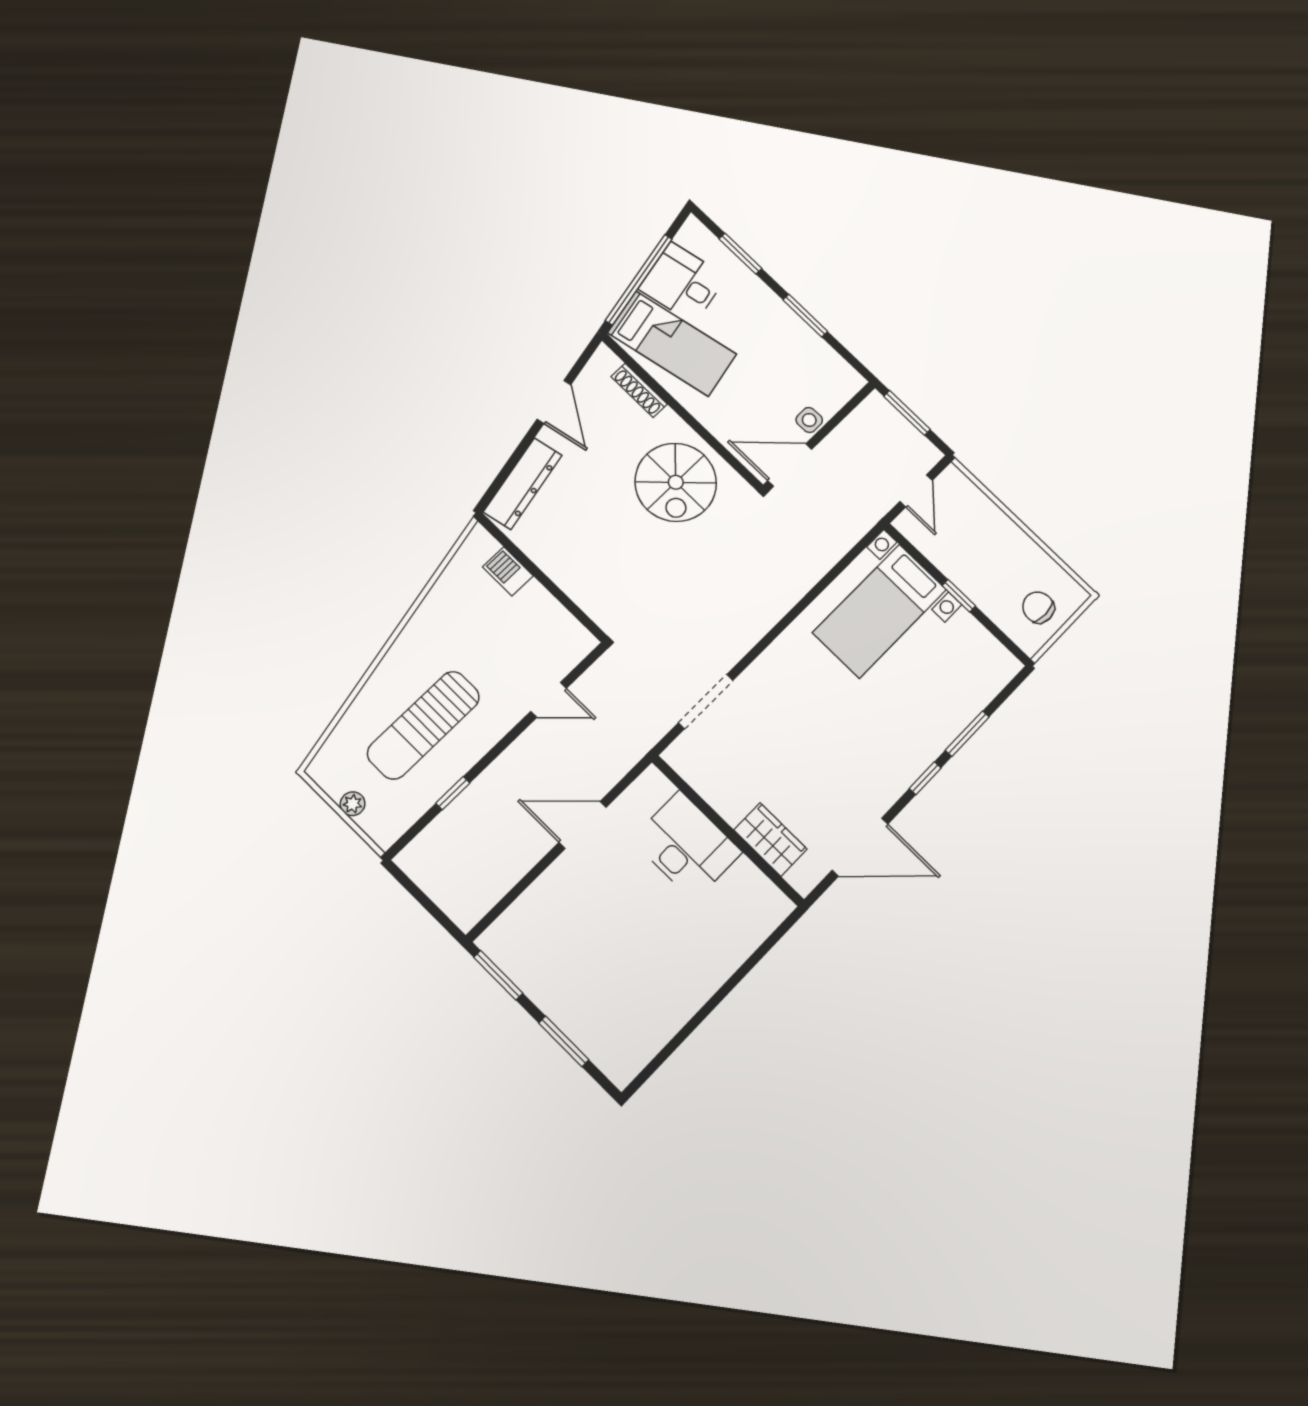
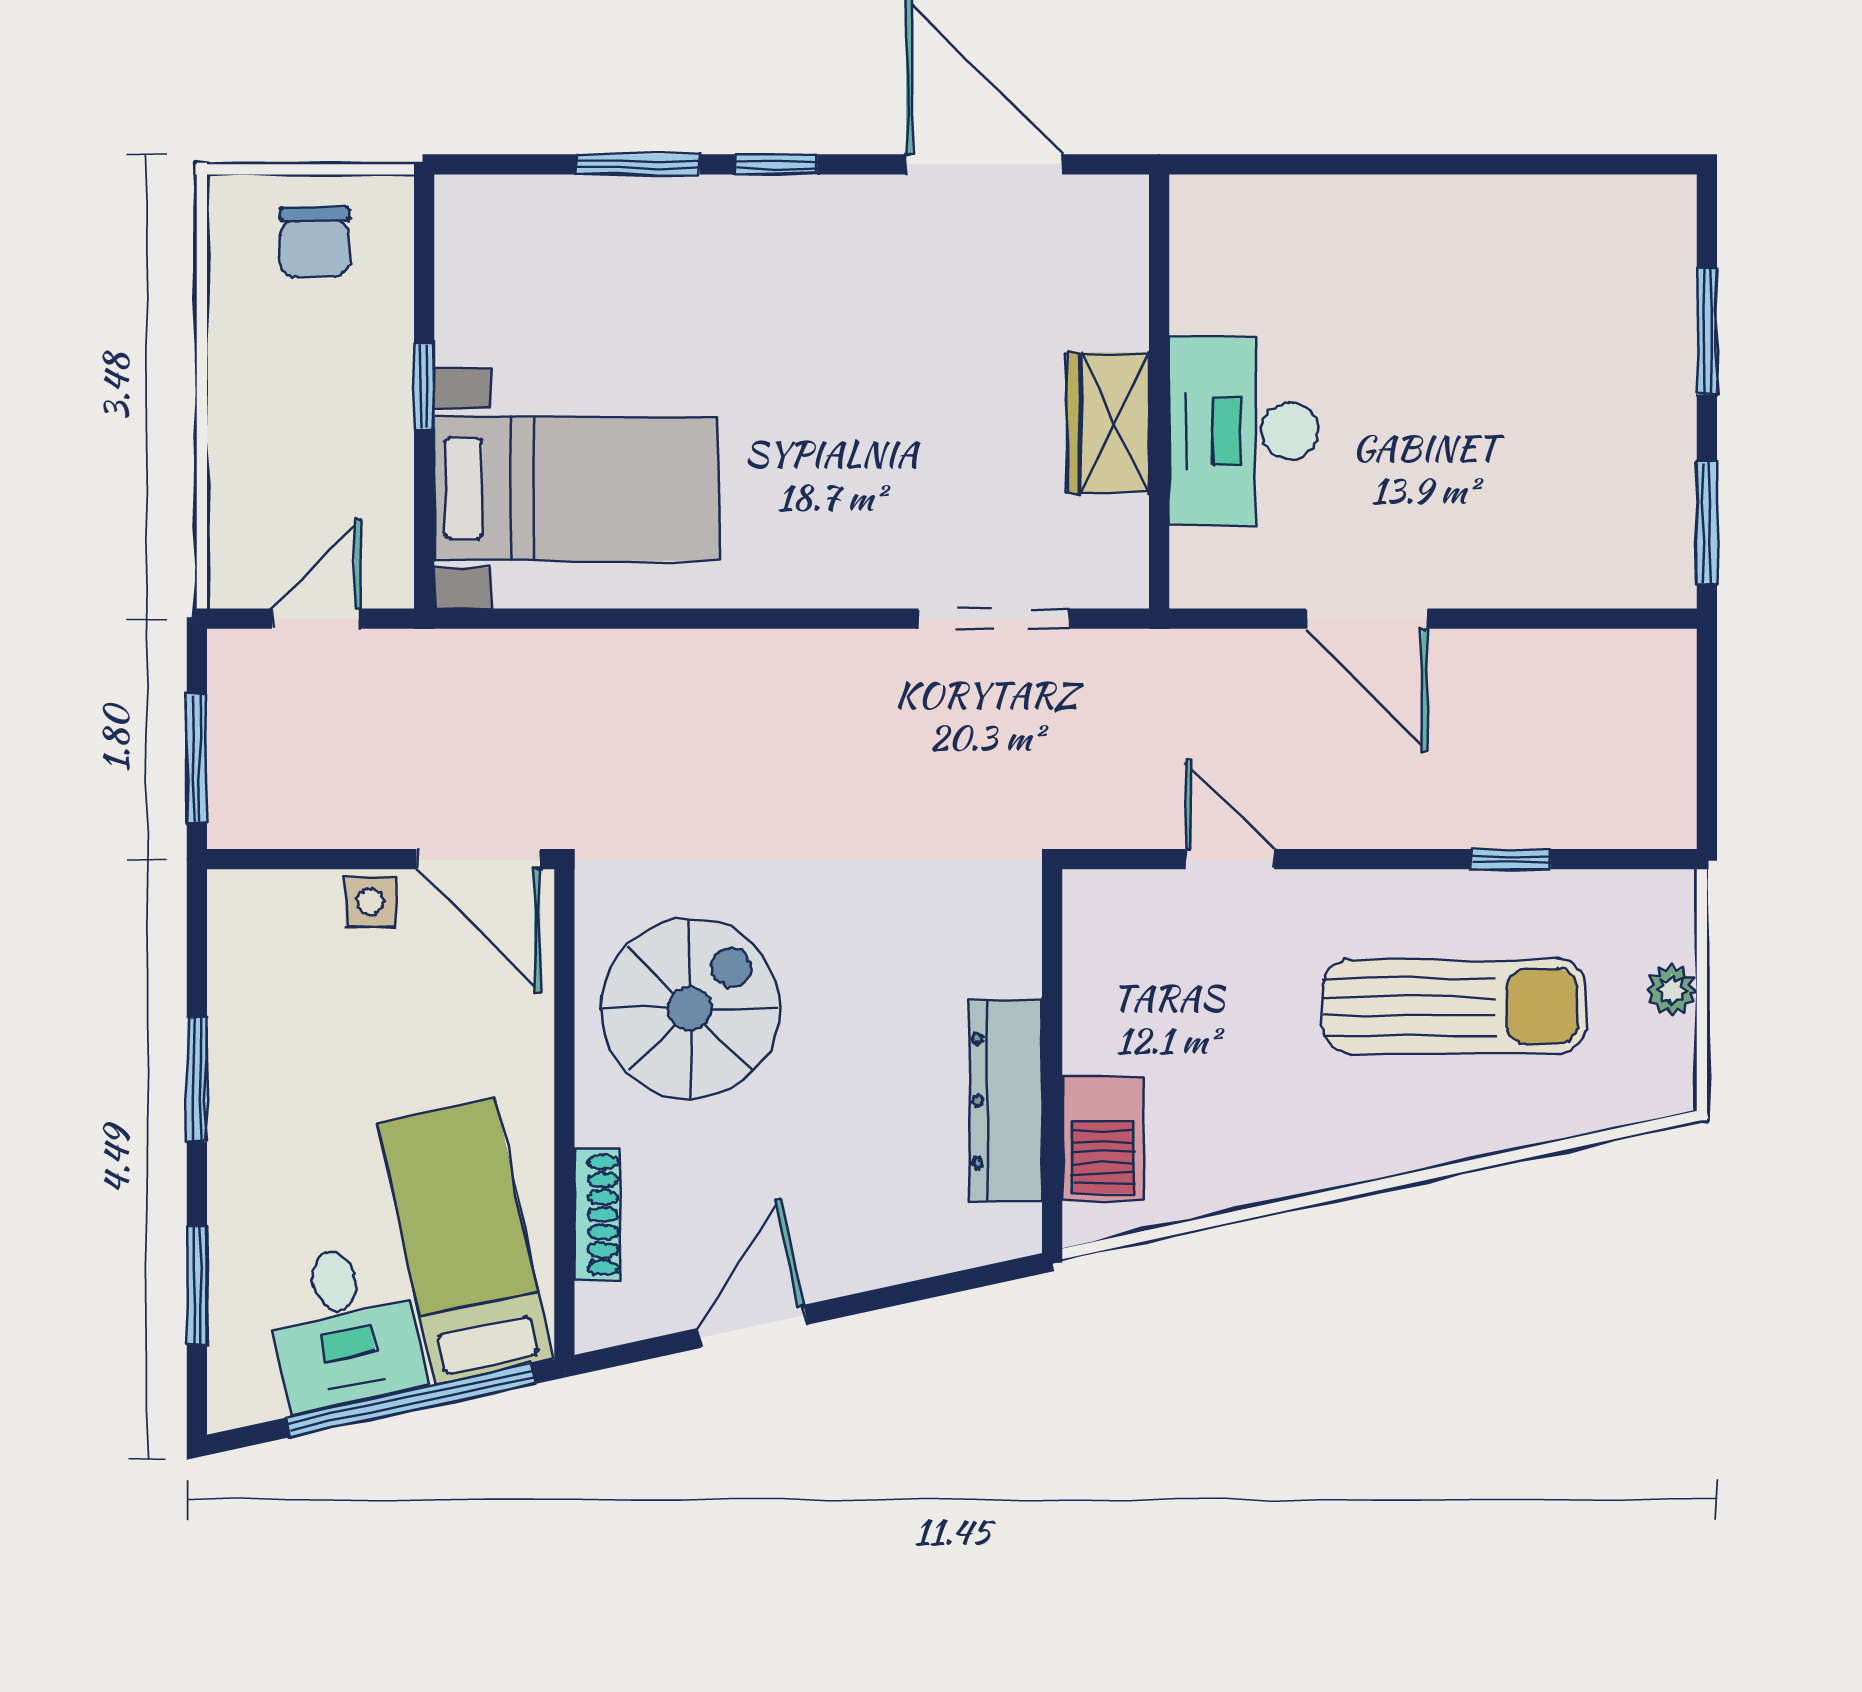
dresser: (523, 484) -> (1006, 1101), moved, turned -78
barbecue: (508, 571) -> (1103, 1139), width x1.38, depth x1.27
wardrobe: (771, 839) -> (1108, 423), moved

